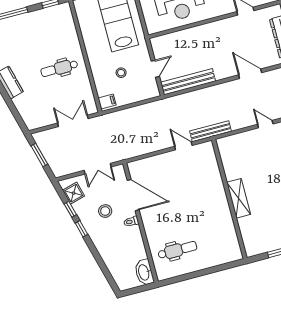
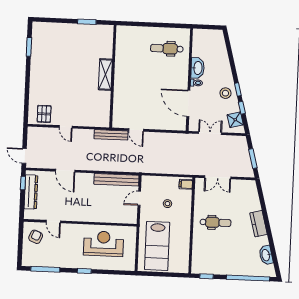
stool: (105, 211) -> (225, 93), moved
washbasin: (144, 272) -> (198, 68), moved

